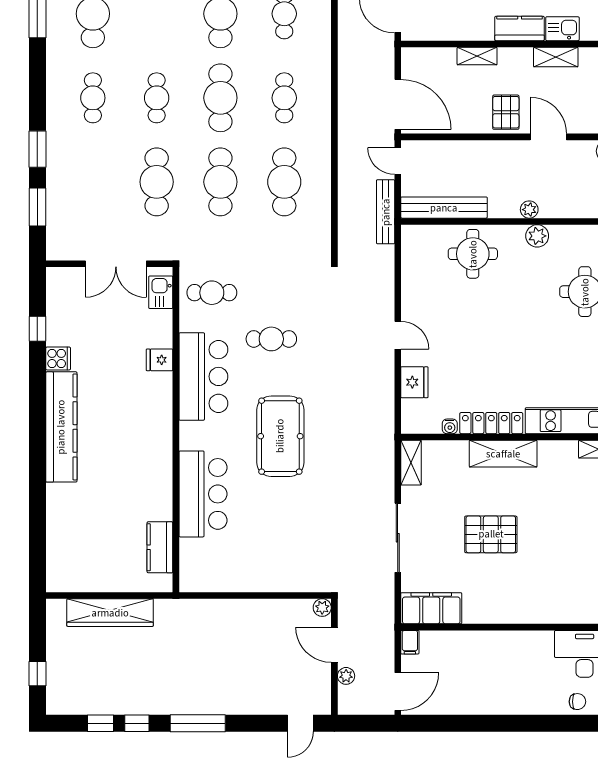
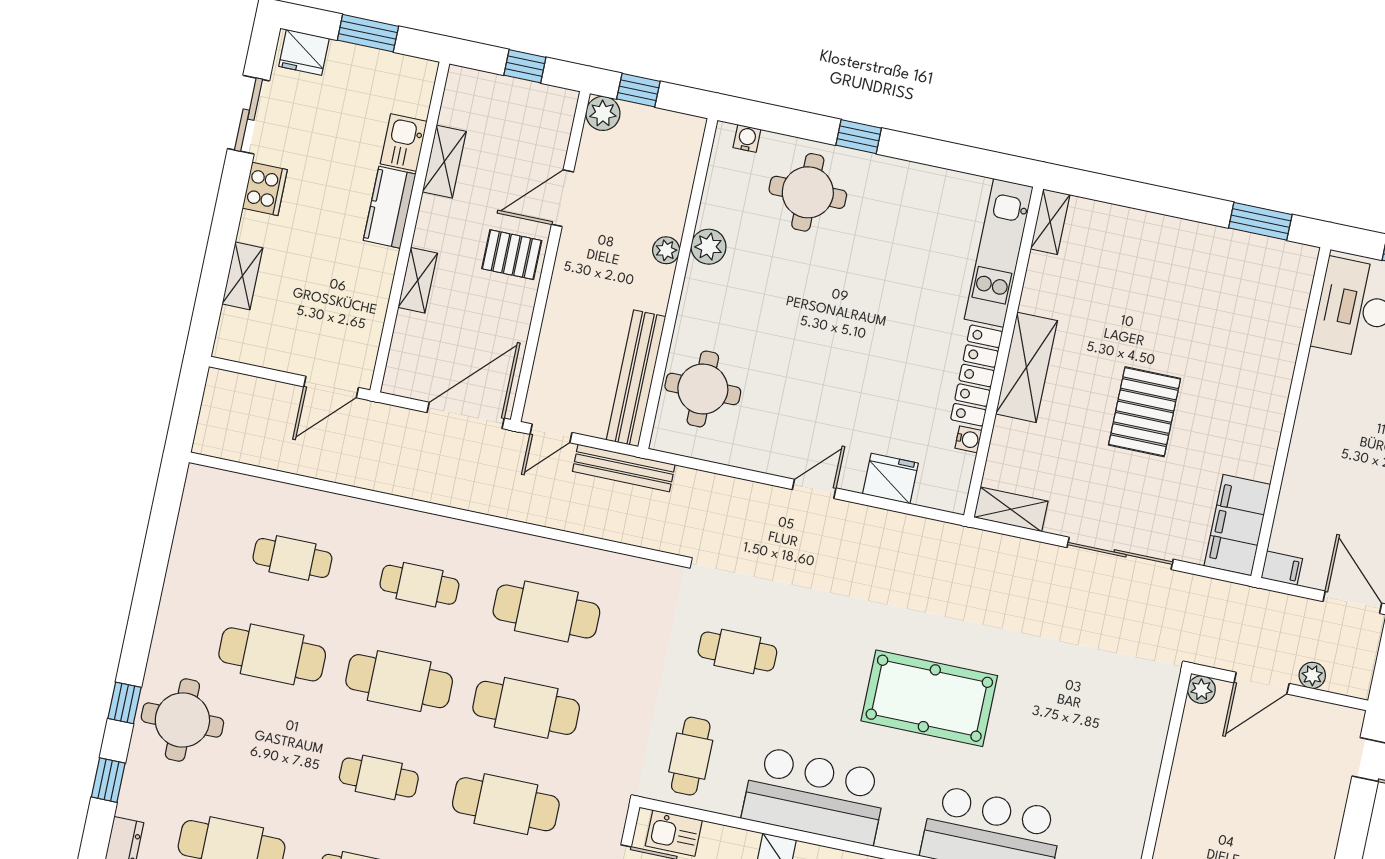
round table: (473, 254) -> (703, 389), moved
cafe table: (271, 339) -> (737, 651), moved, turned 90

